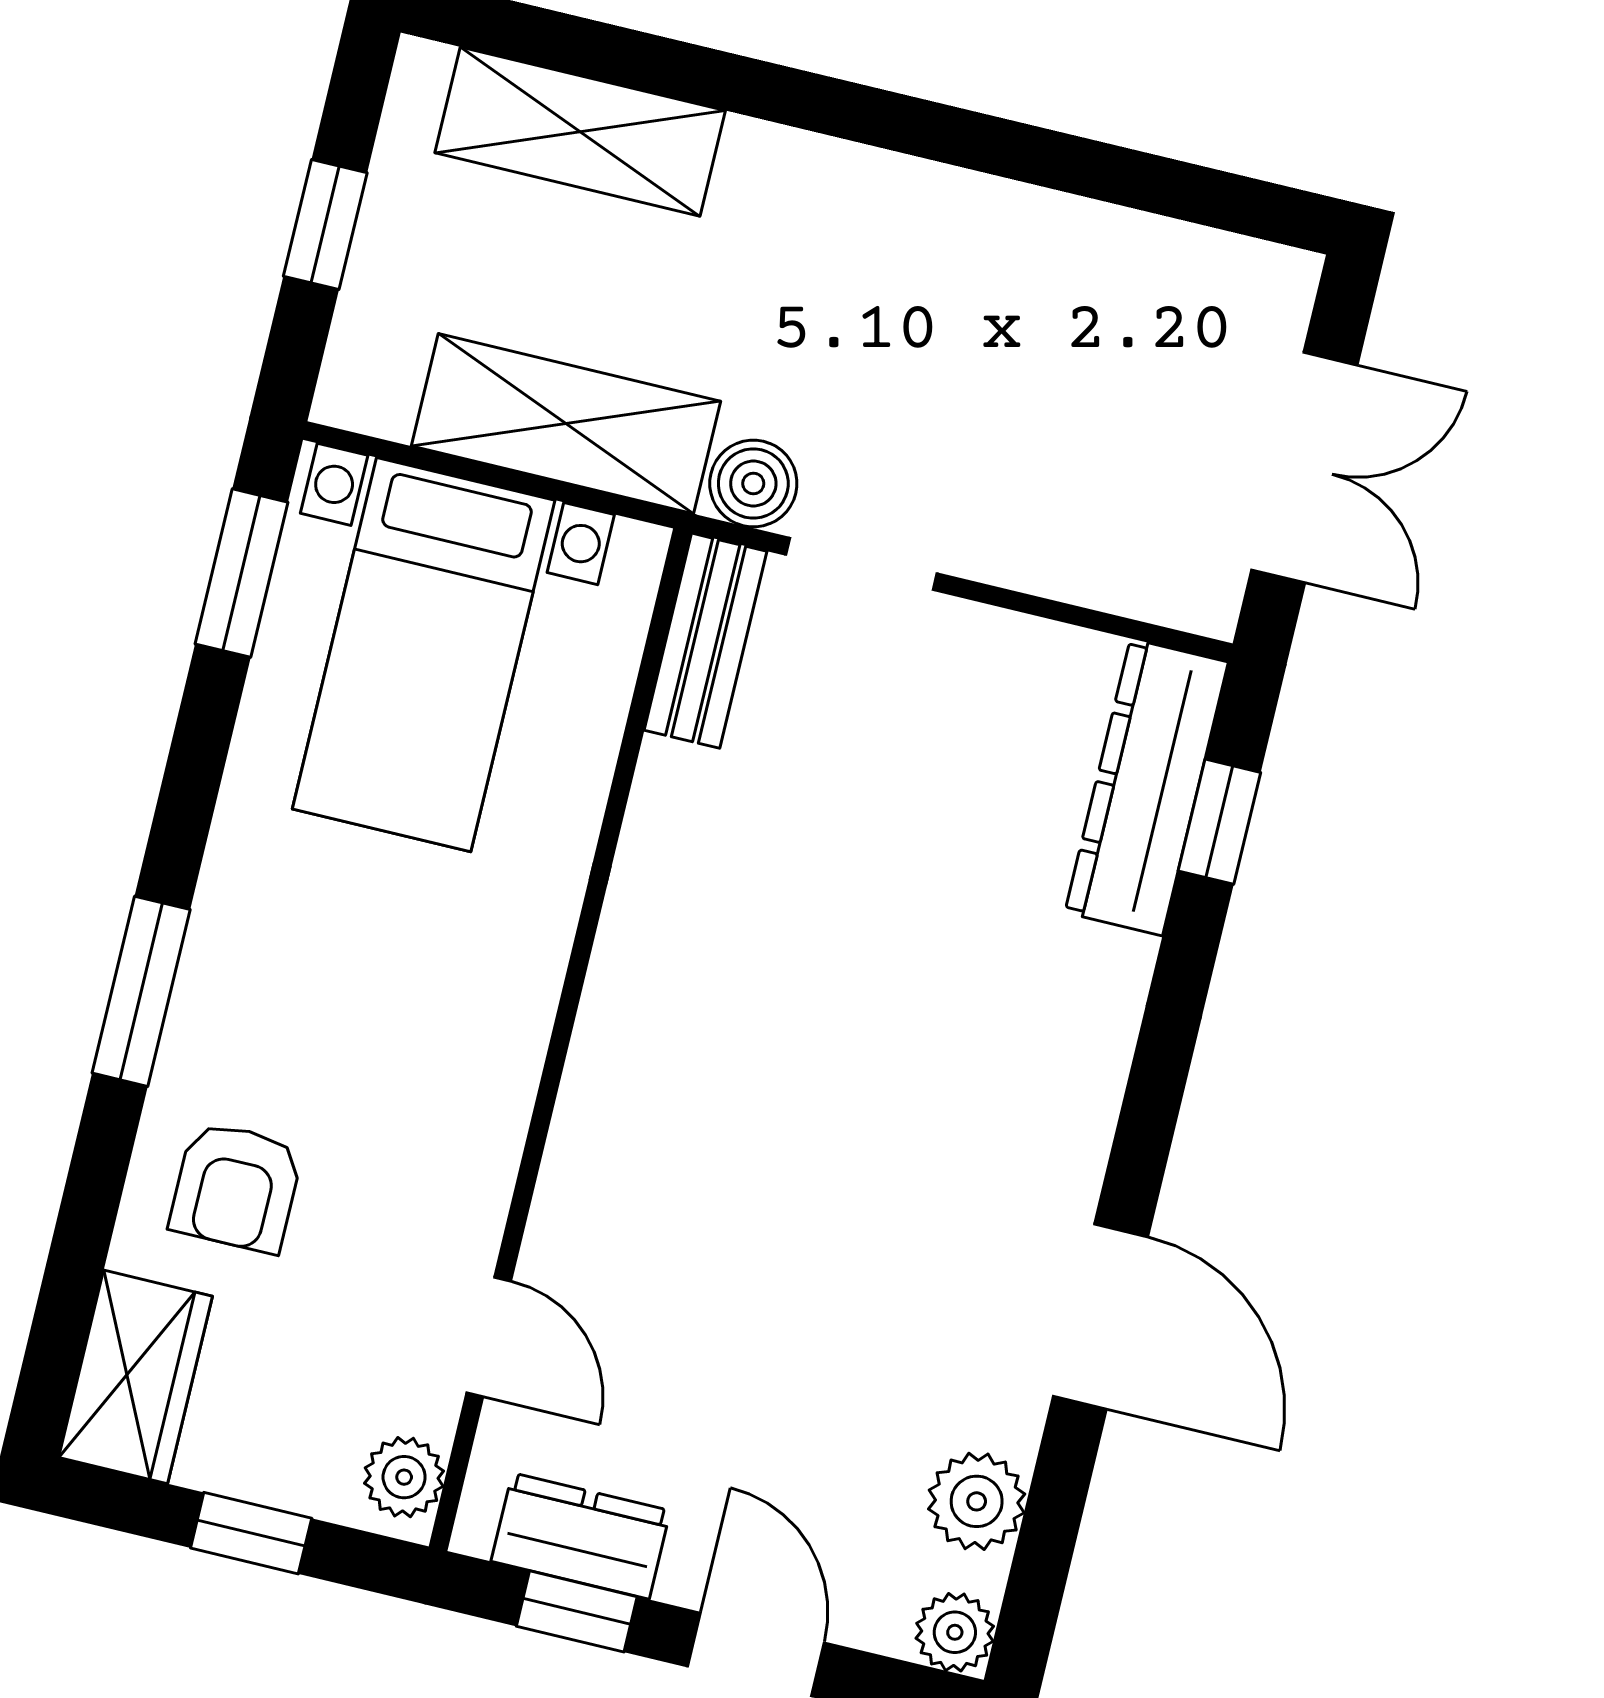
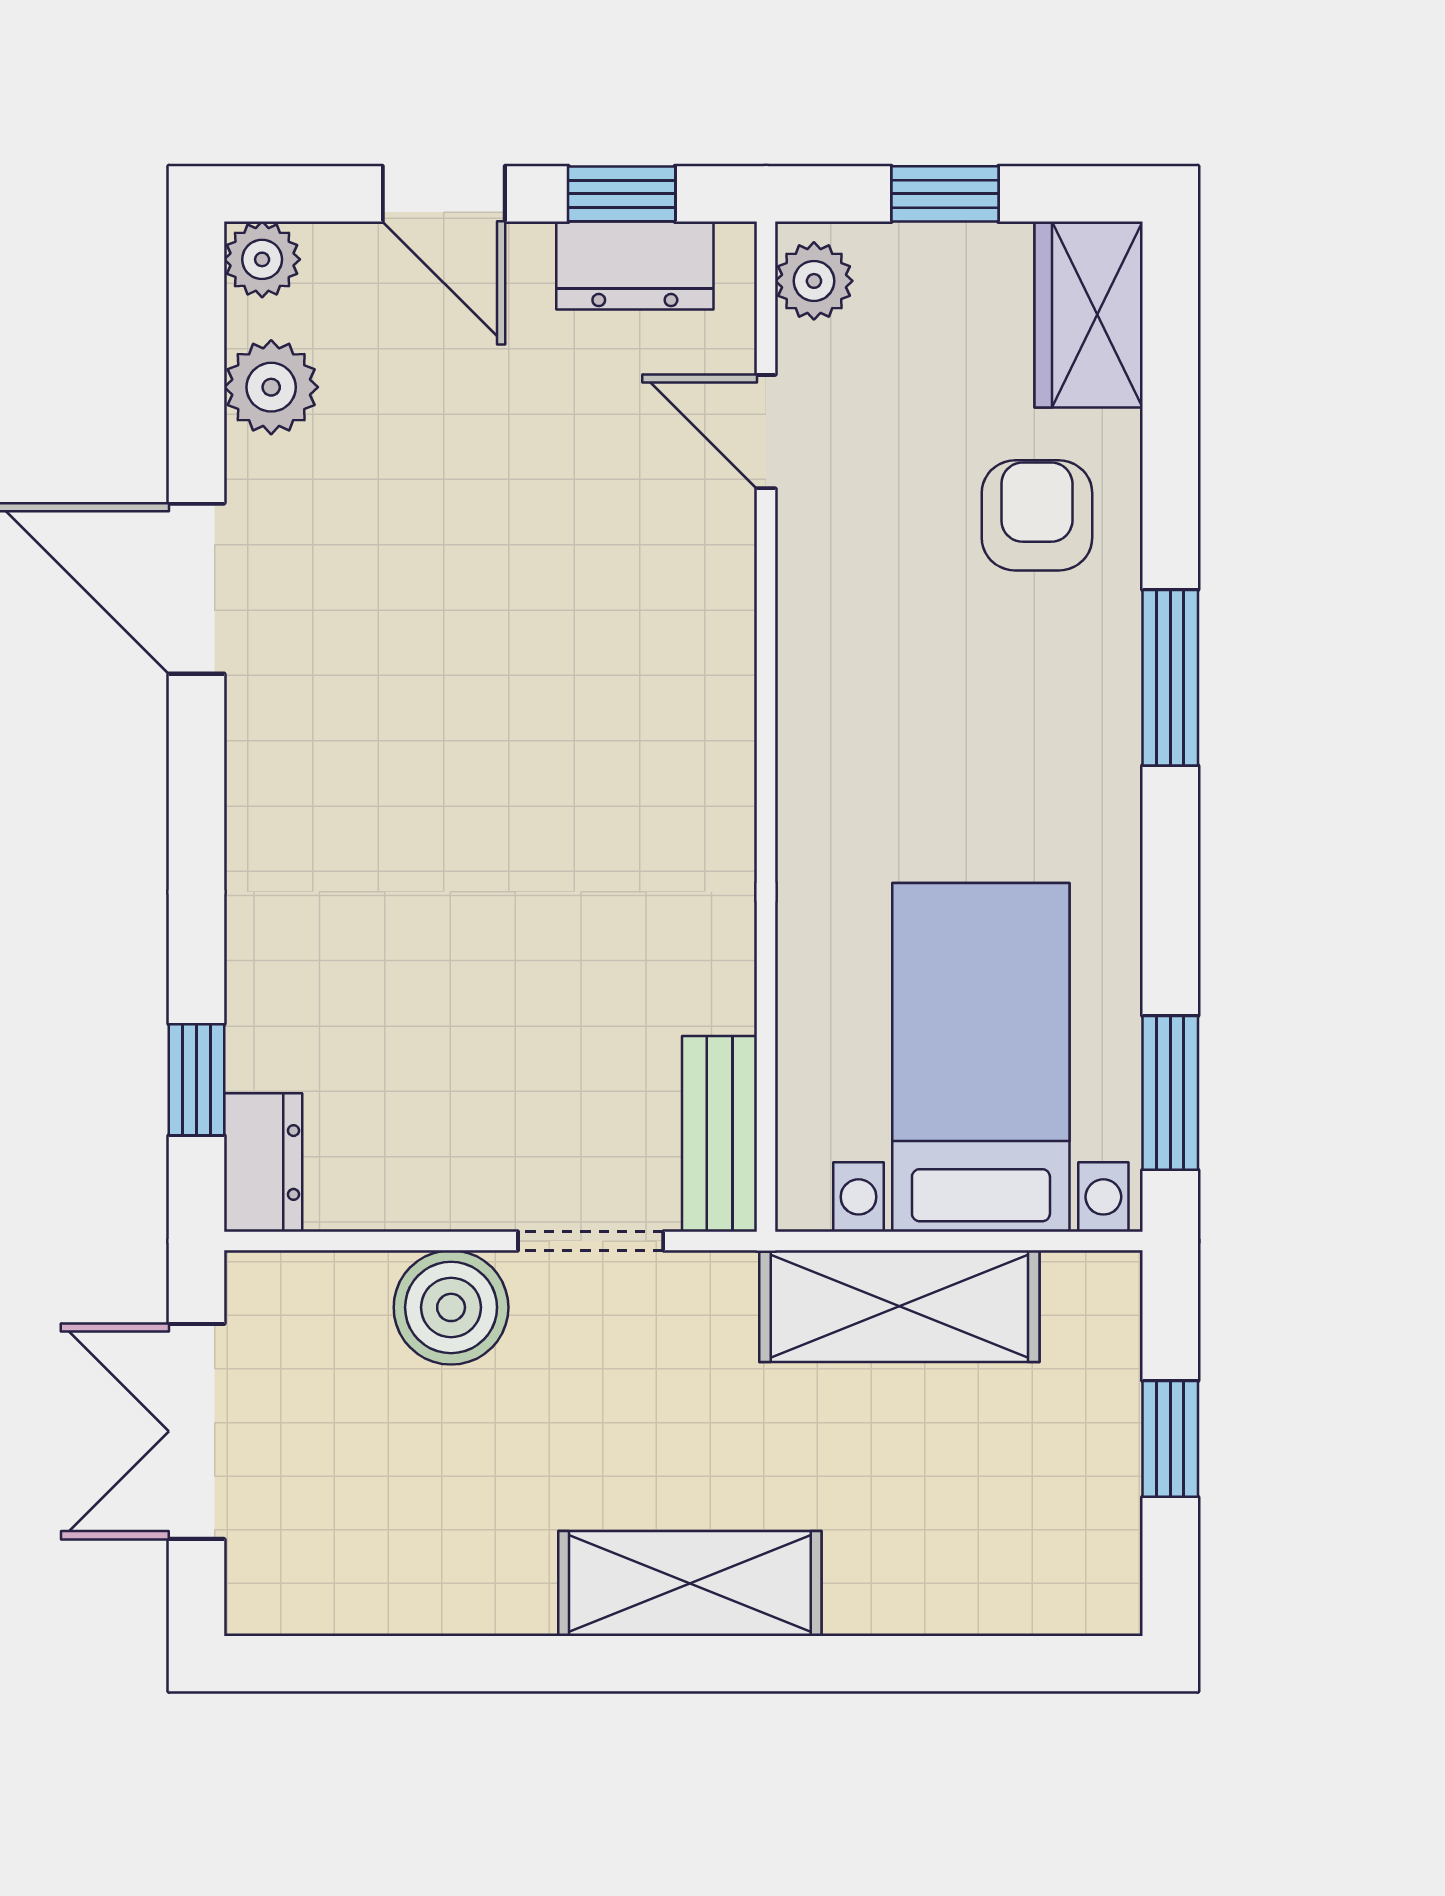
shelving: (580, 132) -> (690, 1583), moved
boiler: (753, 483) -> (451, 1307), moved, width x1.36, depth x1.36
dresser: (1146, 787) -> (263, 1162), width x0.51, depth x0.80

